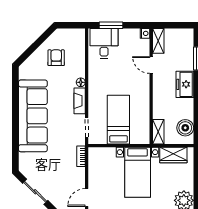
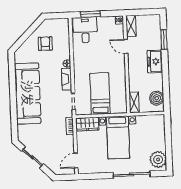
wardrobe: (173, 155) -> (87, 124), moved

